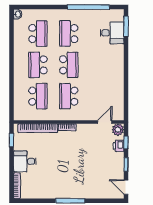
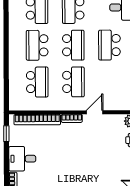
school desk: (100, 65) -> (109, 45), added
school desk: (69, 96) -> (73, 82), turned 180
door: (105, 122) -> (95, 112), moved

